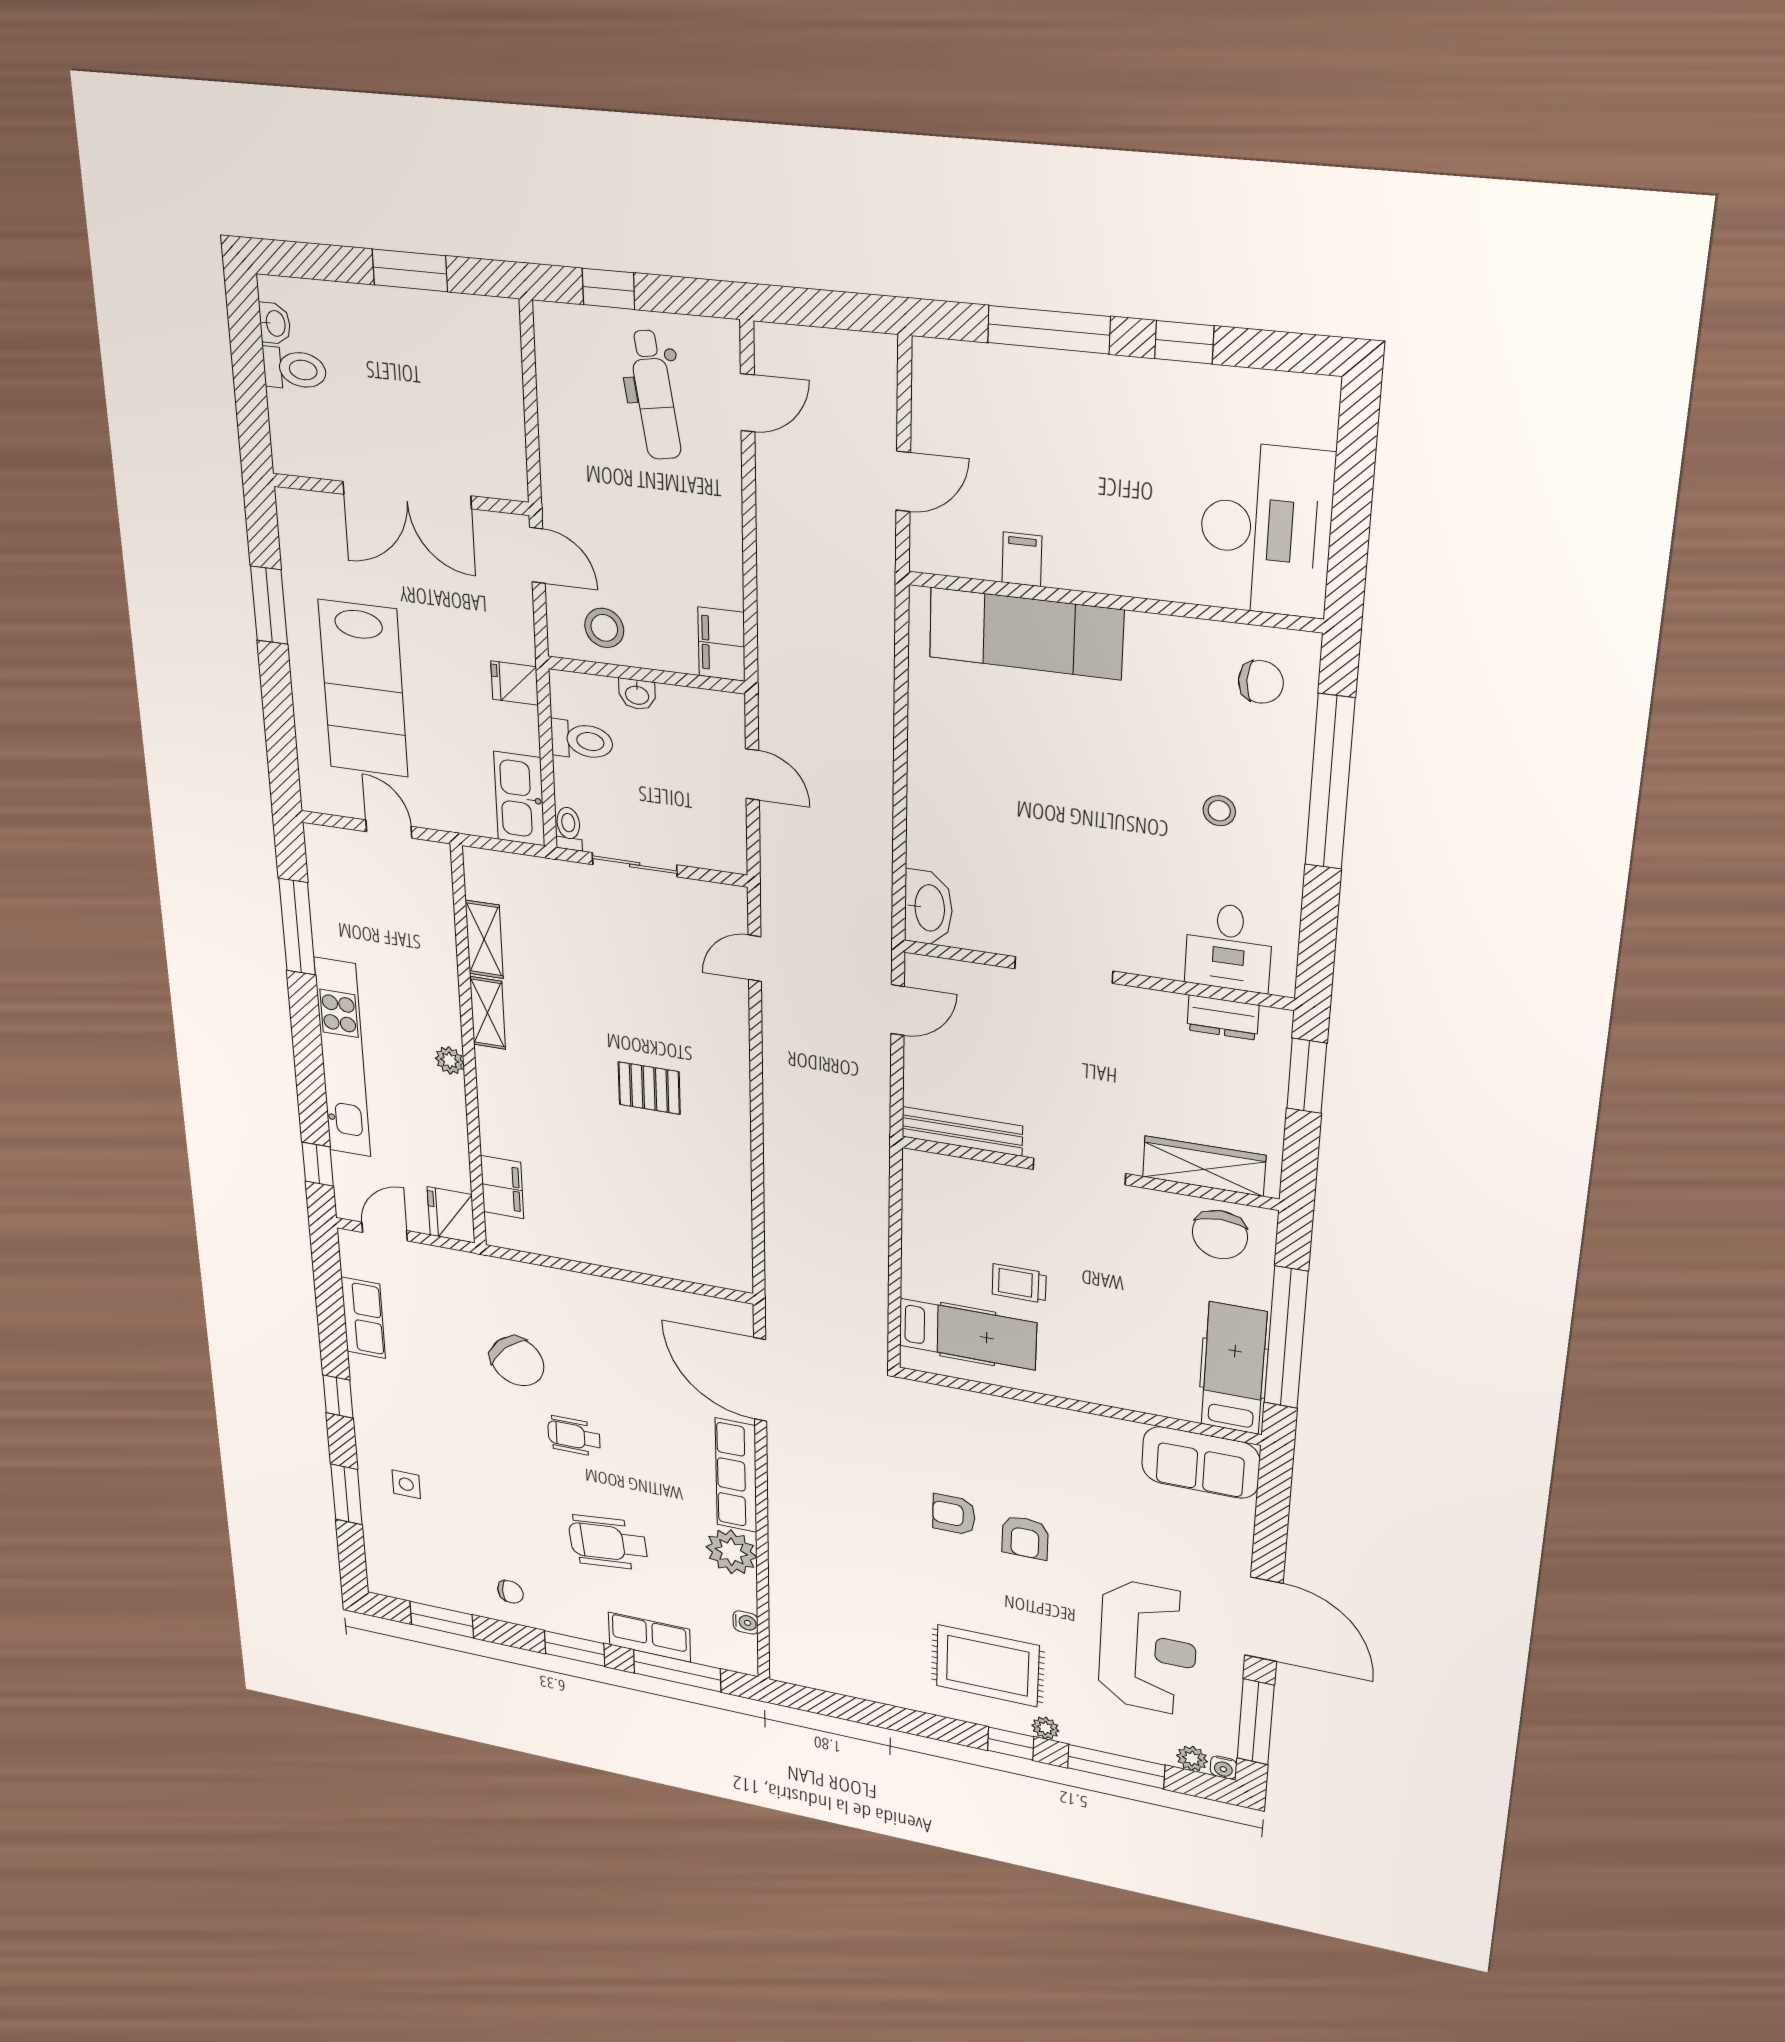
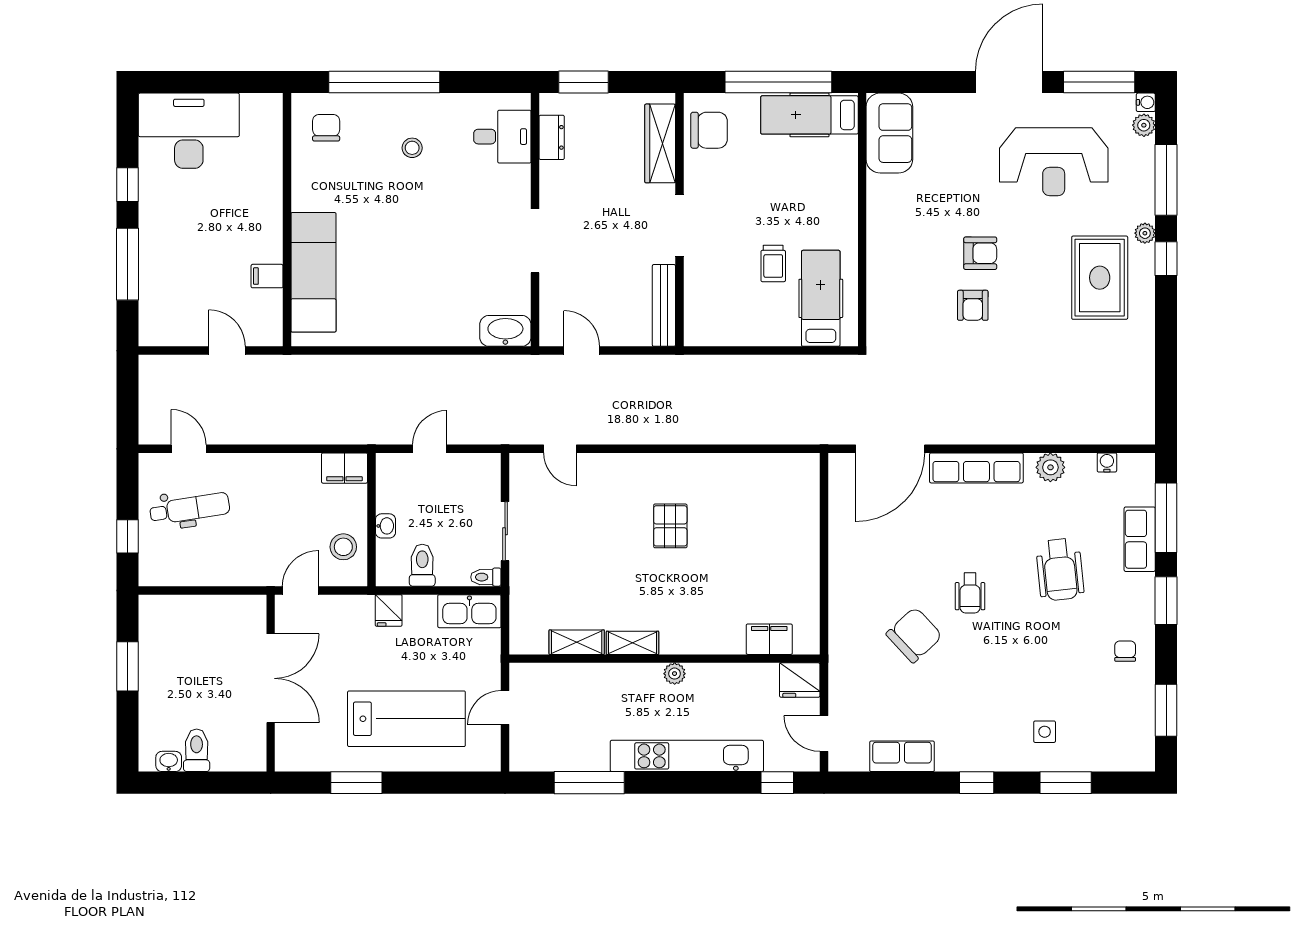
desk: (1266, 530) -> (189, 131), moved
plant: (731, 1552) -> (1050, 467), width x0.73, depth x0.73
reception desk: (1148, 1647) -> (1054, 162), turned 180

